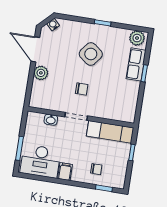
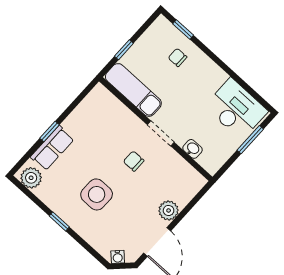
side table: (91, 54) -> (97, 194), turned -37
filing cabinet: (65, 172) -> (215, 78), removed

